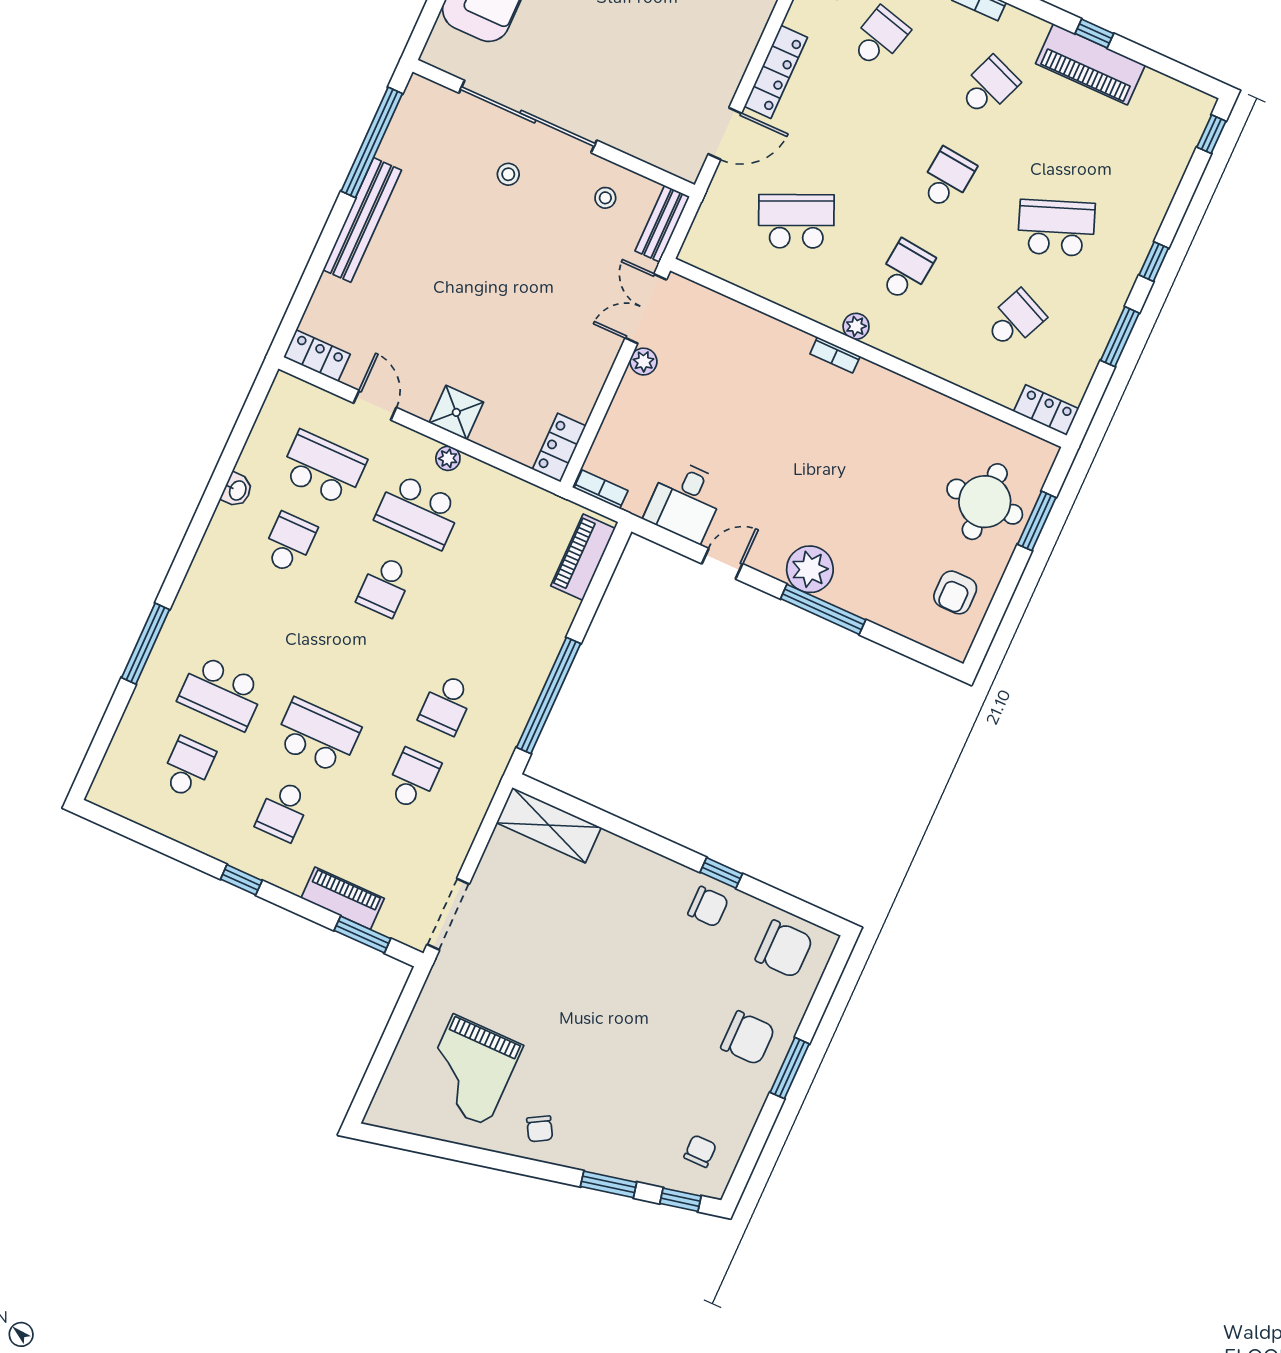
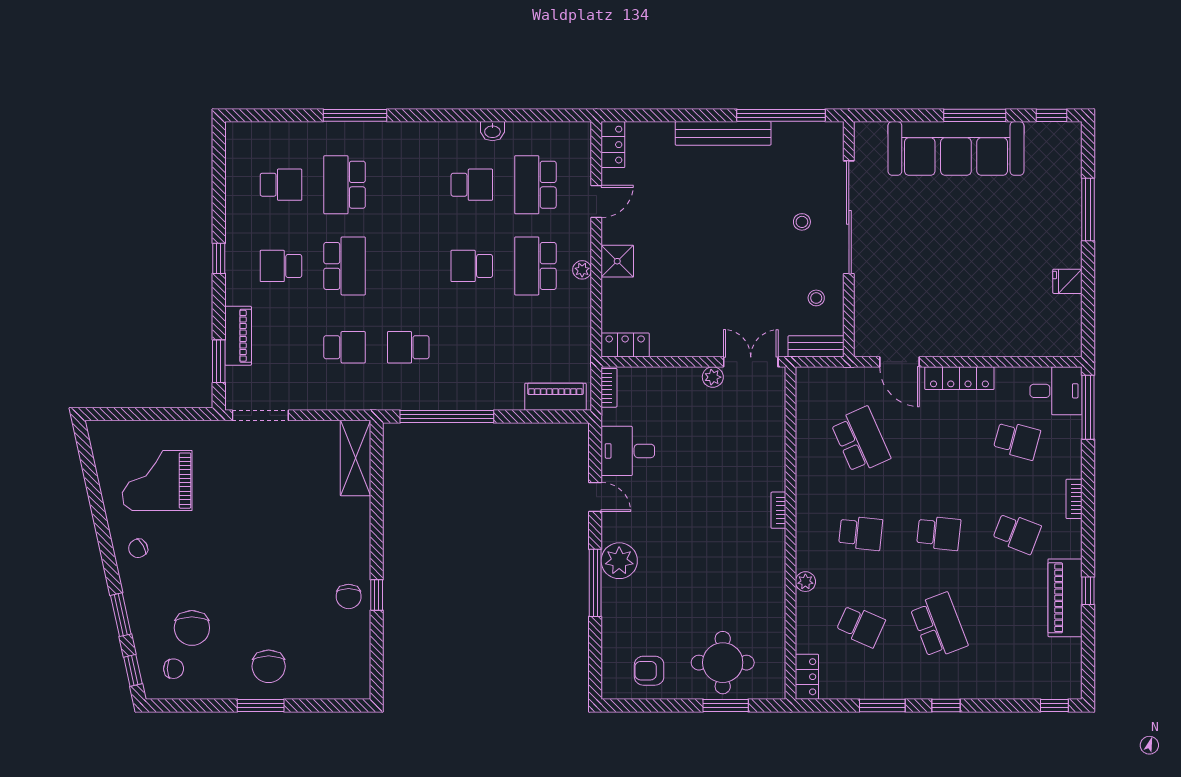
plant: (856, 326) -> (805, 582), moved
school desk: (323, 468) -> (535, 185), turned 180
chair: (784, 949) -> (192, 628), moved

